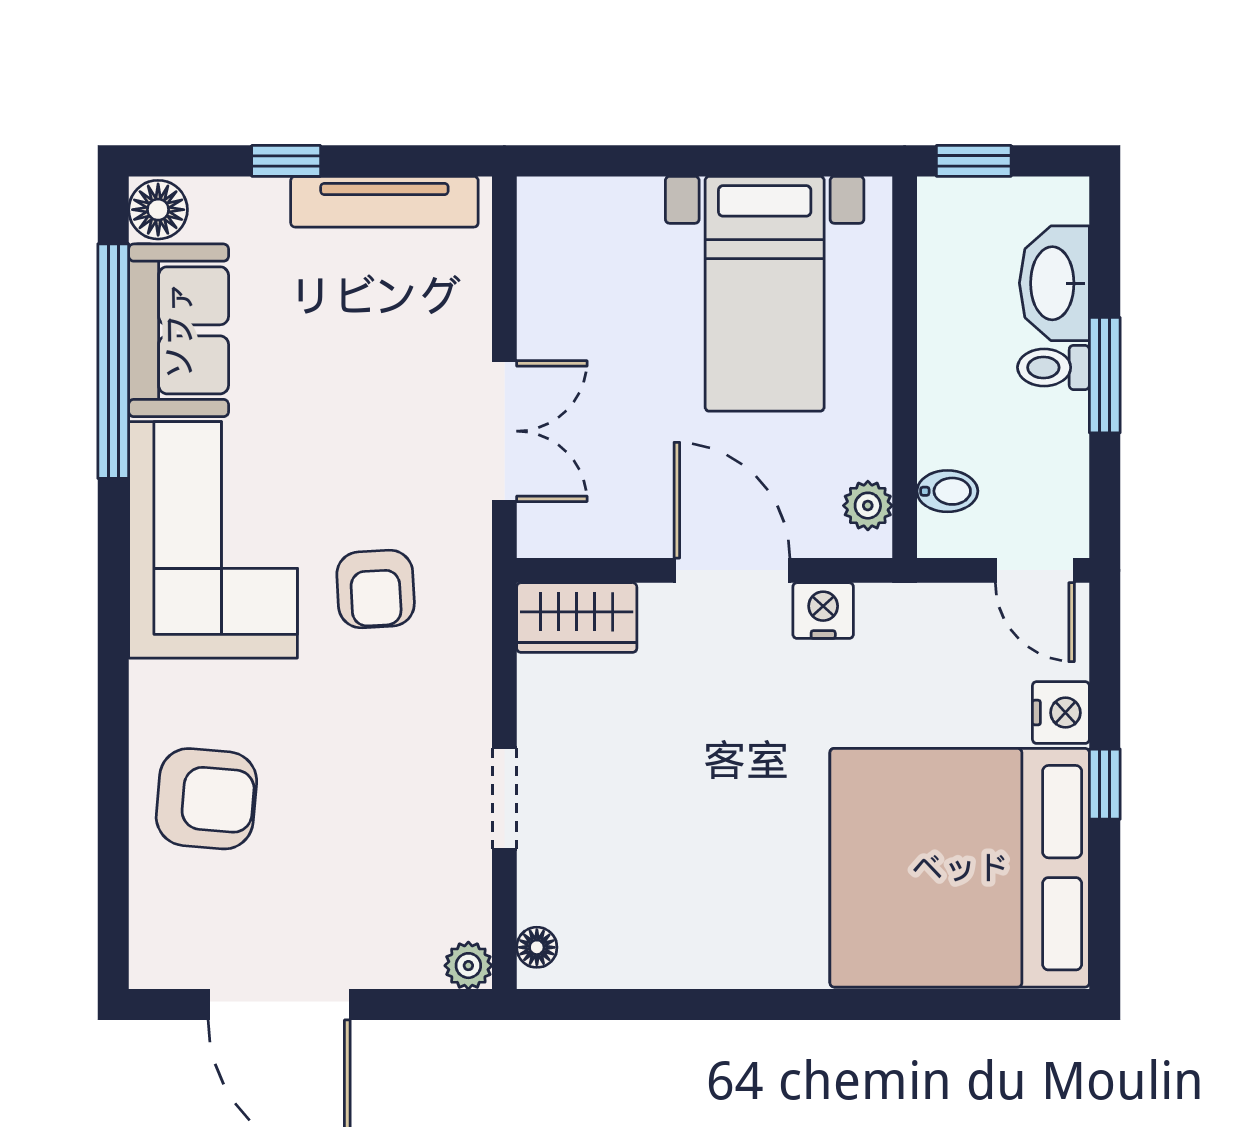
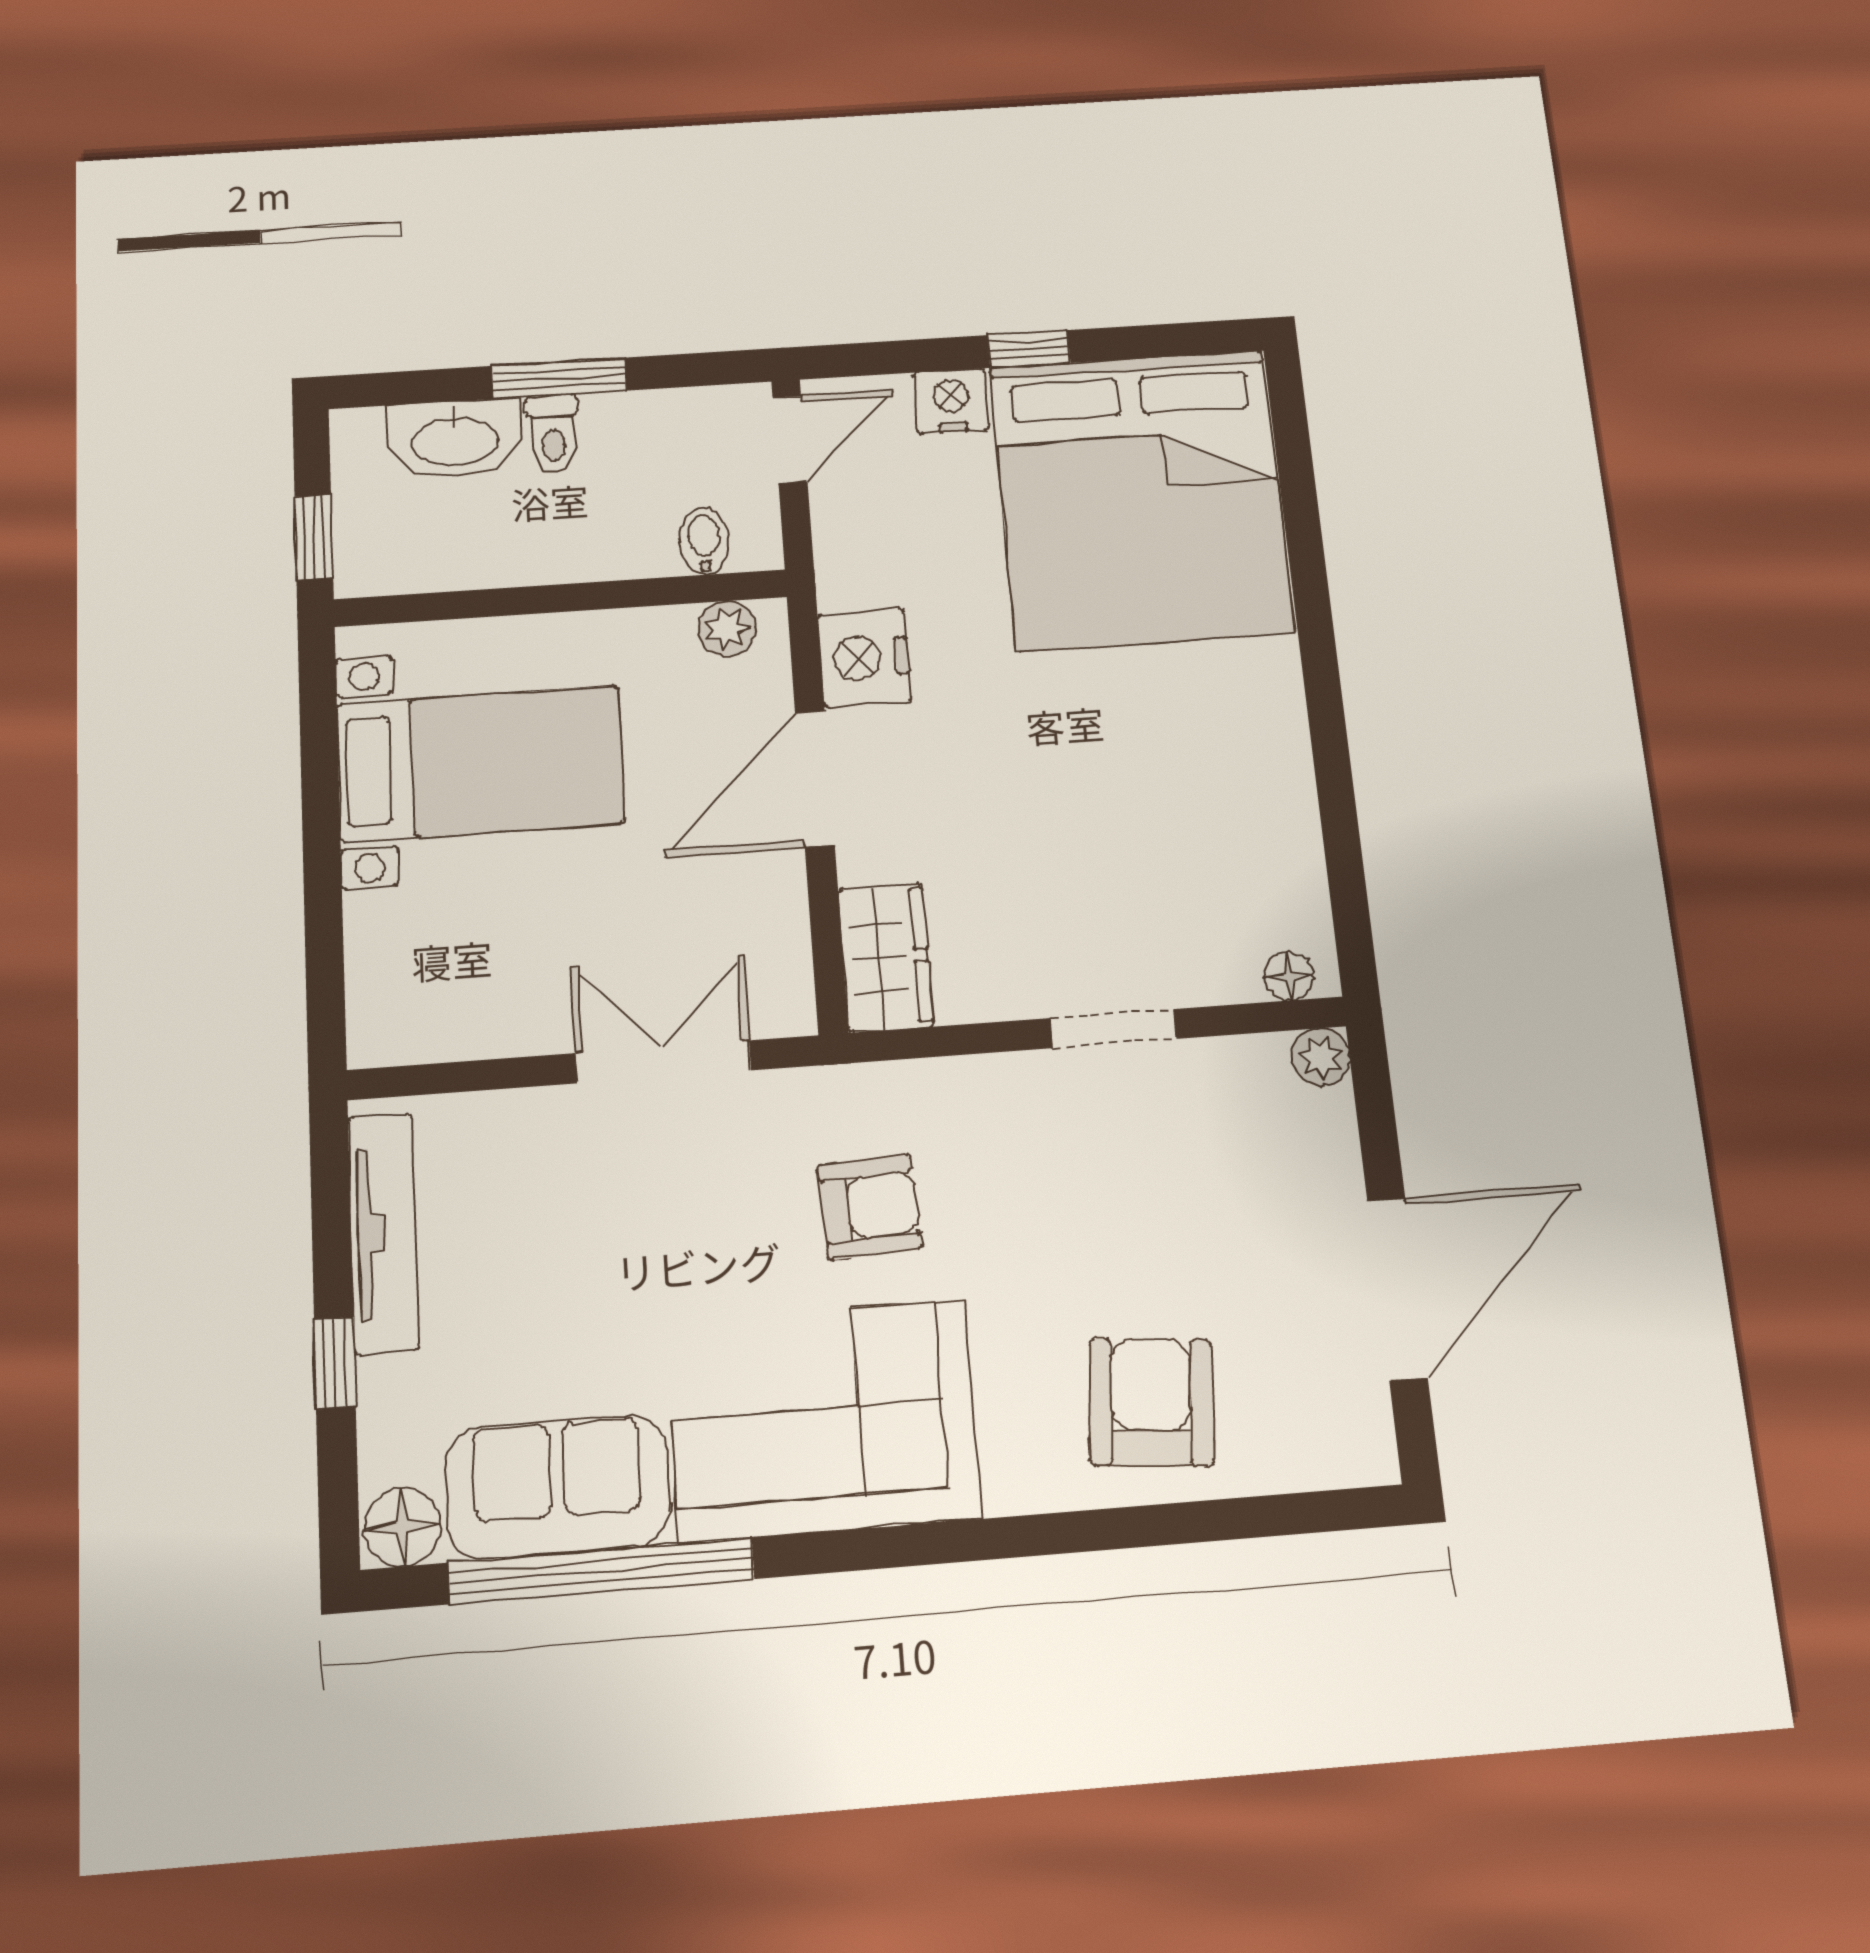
nightstand: (823, 611) -> (864, 658), width x1.36, depth x1.33

